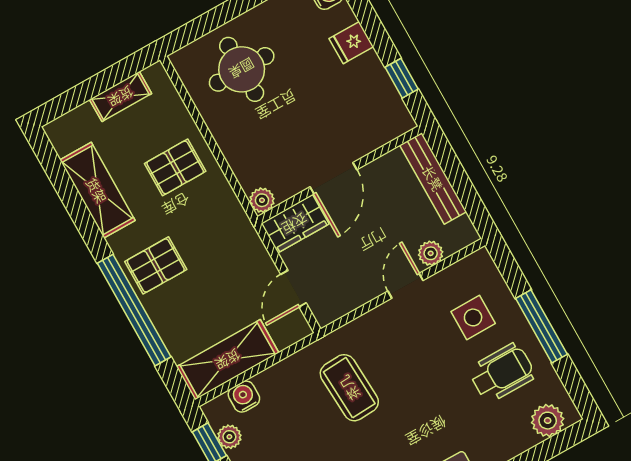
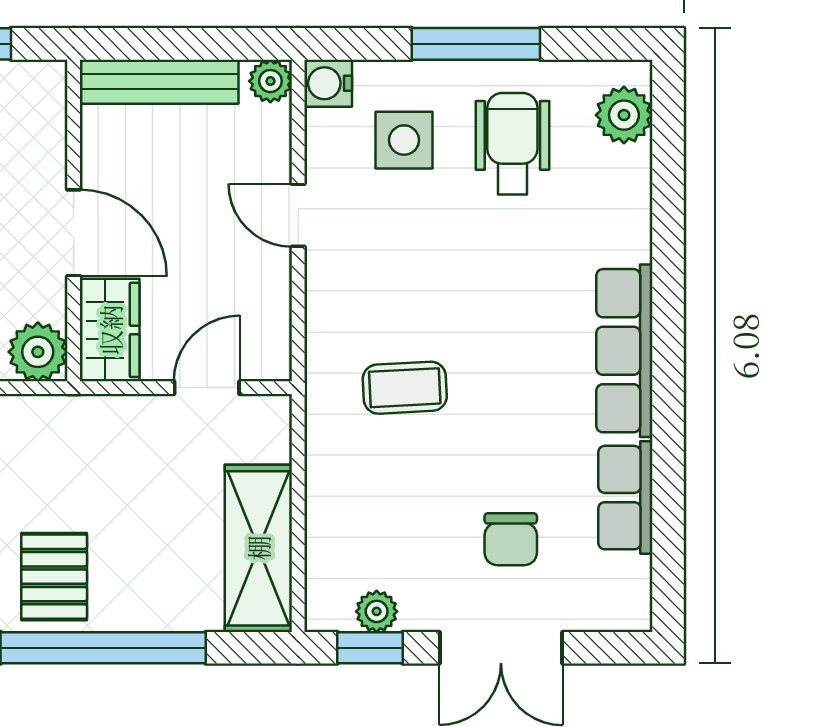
plant: (262, 200) -> (38, 352), width x1.38, depth x1.38
plant: (431, 253) -> (270, 81), moved
door: (293, 289) -> (207, 388), swing flipped
coffee table: (349, 388) -> (405, 388), width x0.73, depth x0.77
water cooler: (244, 397) -> (328, 83), moved

